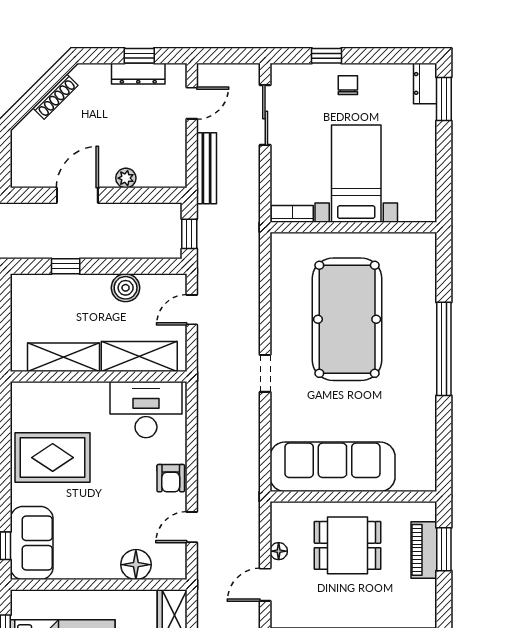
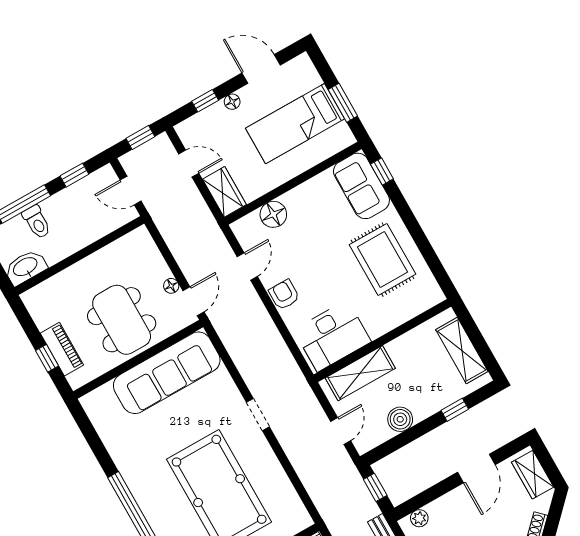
wardrobe: (25, 157) -> (533, 475), added
plant: (126, 178) -> (419, 518), moved
shelving: (64, 357) -> (462, 350), moved, turned 90
rug: (53, 458) -> (382, 259), turned 90
dining table: (347, 545) -> (122, 320), width x1.38
window: (444, 549) -> (47, 358), width x0.67
door: (265, 585) -> (193, 301), moved

